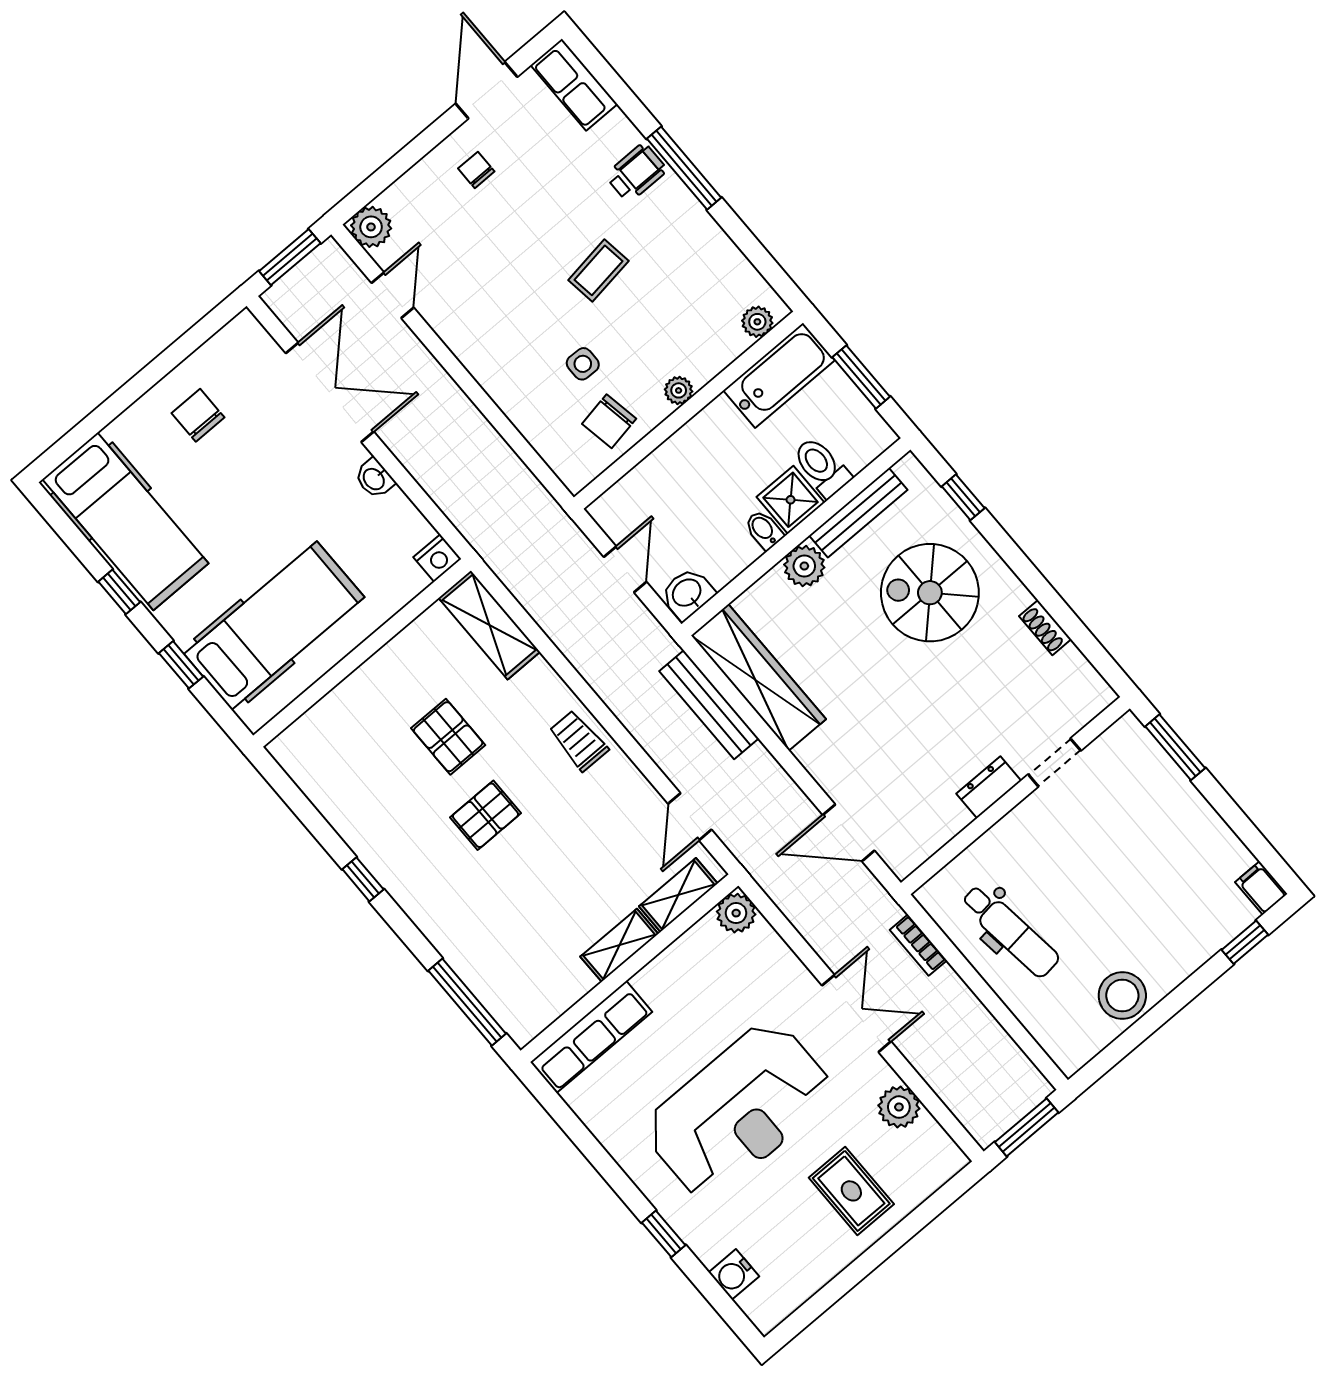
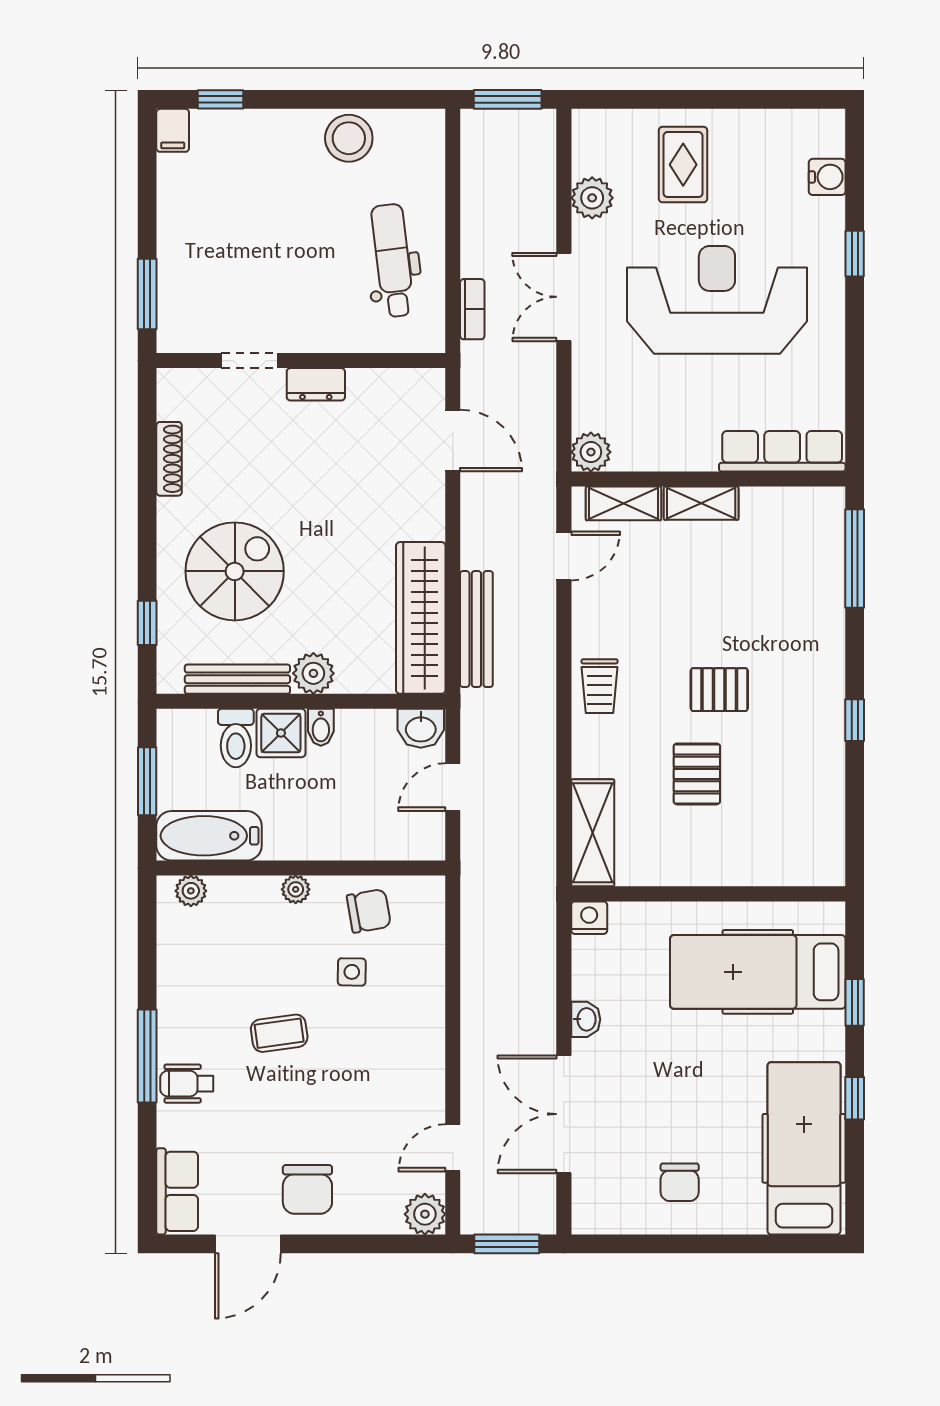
chair: (476, 170) -> (307, 1189), width x1.87, depth x1.87
spiral stairs: (930, 593) -> (235, 571), turned -90
shoe rack: (1045, 628) -> (169, 459), width x1.43

